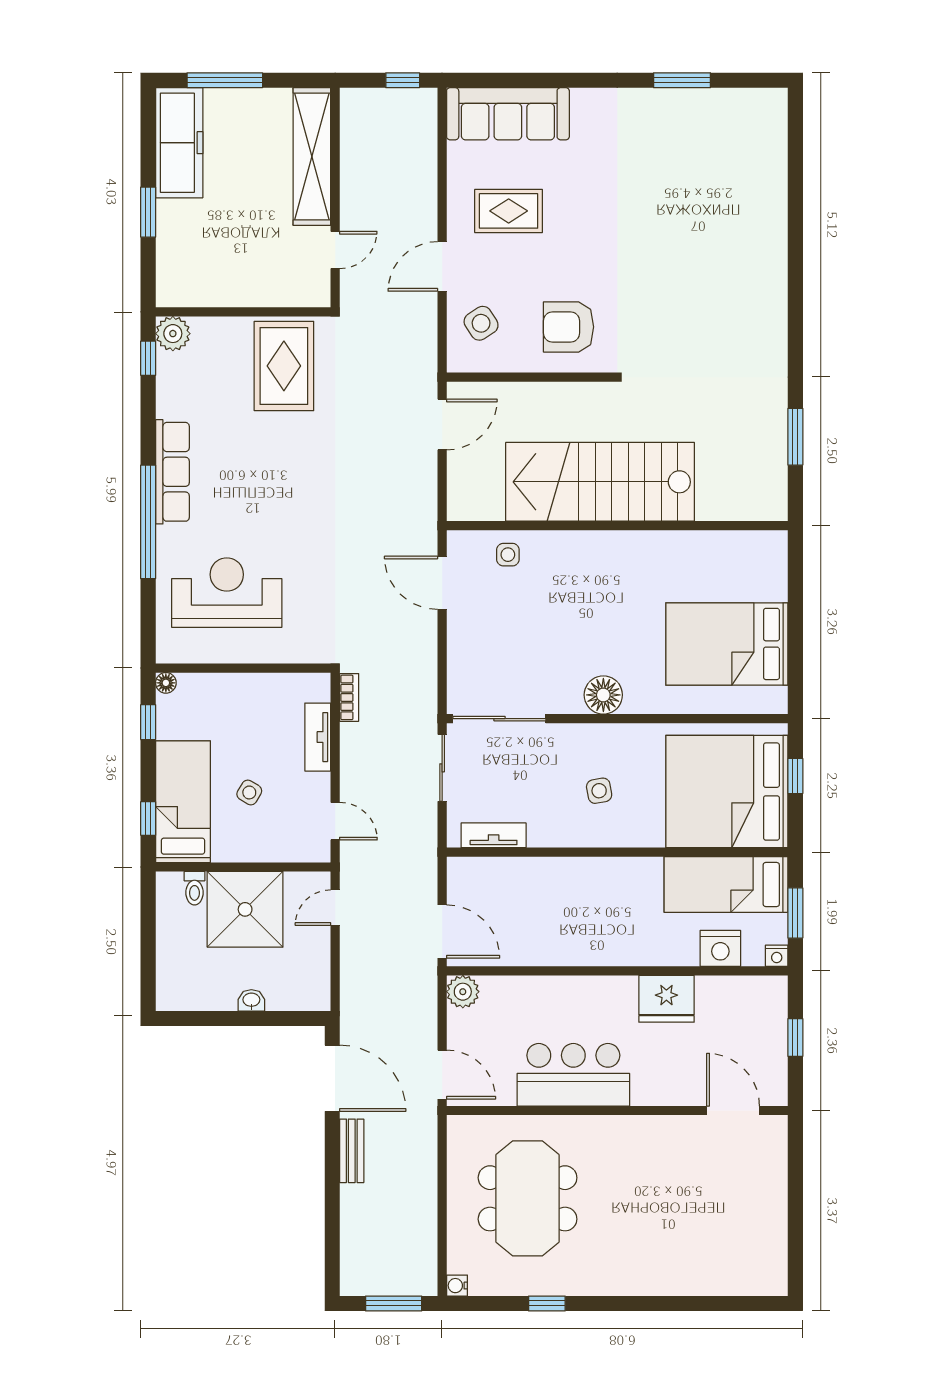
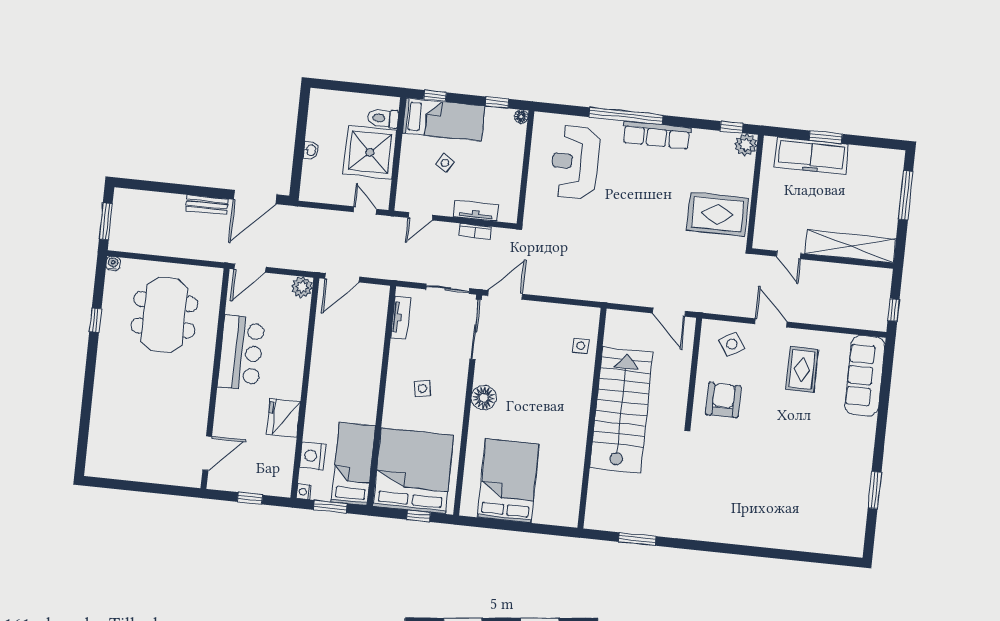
freezer: (179, 143) -> (811, 156), moved
door: (442, 583) -> (505, 295), moved
reception desk: (227, 593) -> (575, 162), turned 180
bookcase: (349, 697) -> (475, 231), moved
toilet: (194, 888) -> (383, 118), width x1.37, depth x1.39
meeting table: (528, 1198) -> (164, 315), turned 90

